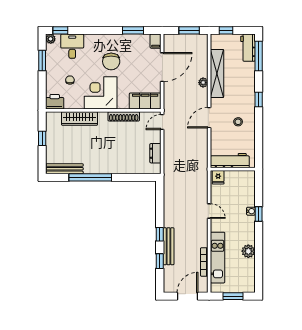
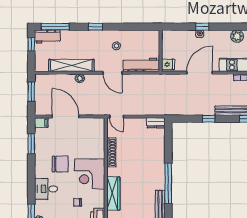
window: (226, 30) -> (31, 44), moved
desk: (72, 46) -> (46, 189), moved
filing cabinet: (145, 101) -> (97, 132), removed
dresser: (155, 153) -> (156, 123), moved
workbench: (230, 161) -> (141, 65), moved, turned 90
door: (209, 211) -> (200, 73), width x1.88
window: (160, 234) -> (209, 119), moved

